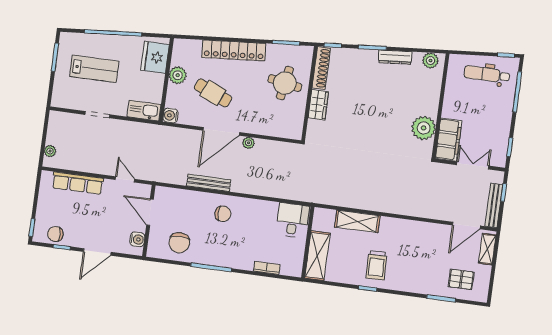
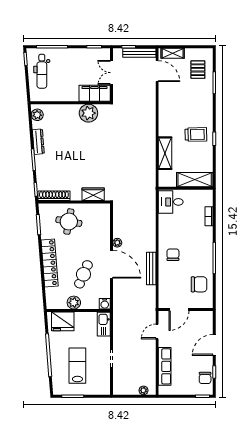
wardrobe: (318, 105) -> (93, 194), moved
water cooler: (137, 239) -> (201, 316), removed
door: (97, 252) -> (214, 345), swing flipped

